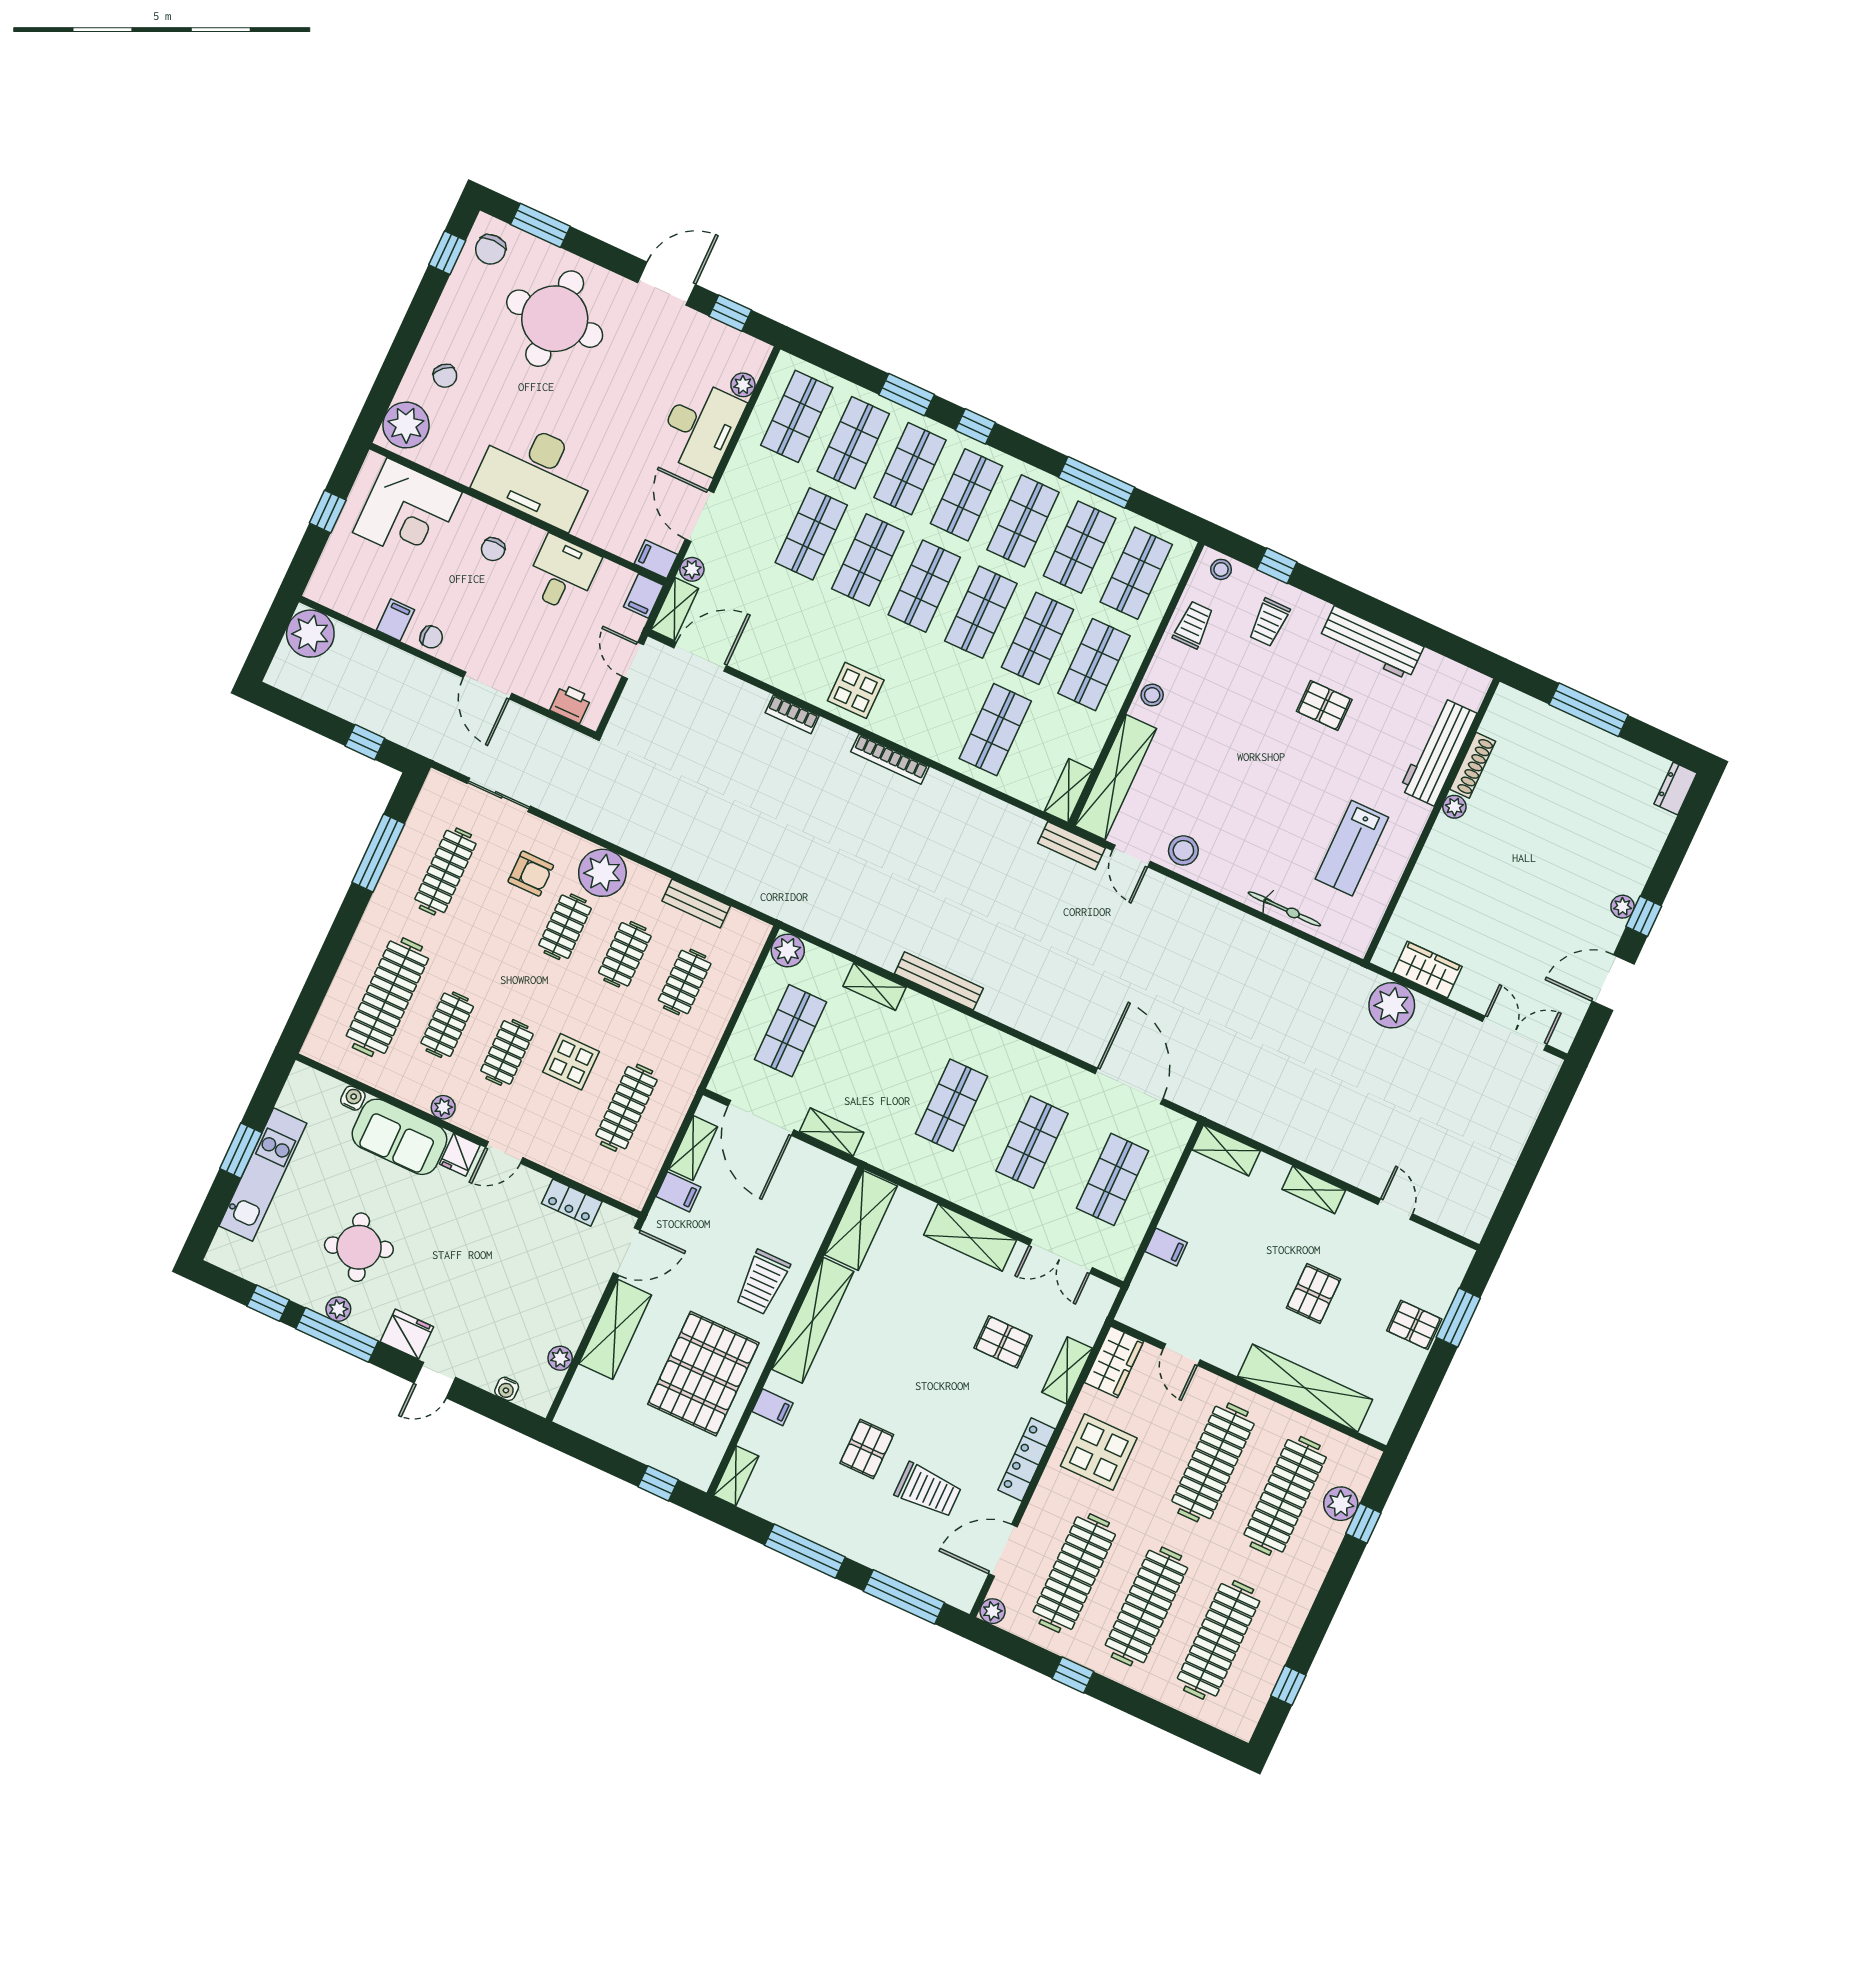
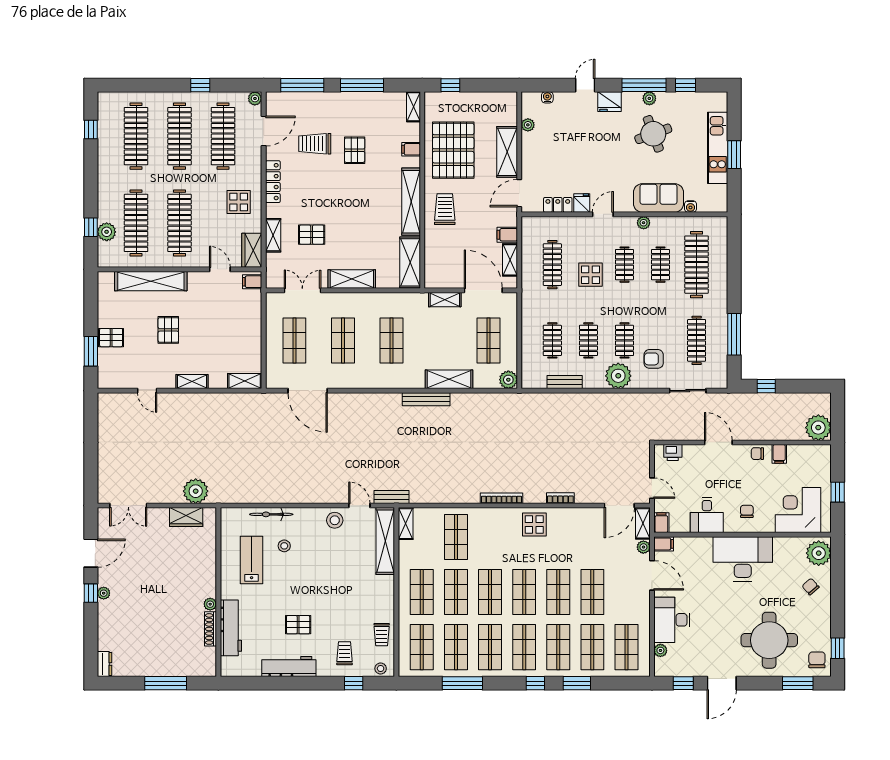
stool: (1152, 695) -> (284, 546), moved
shelving: (875, 987) -> (449, 379), width x1.50, depth x1.33
fridge: (460, 1155) -> (582, 203), moved
filing cabinet: (1166, 1247) -> (252, 282), moved
display table: (1099, 1452) -> (239, 202), width x0.73, depth x0.73

